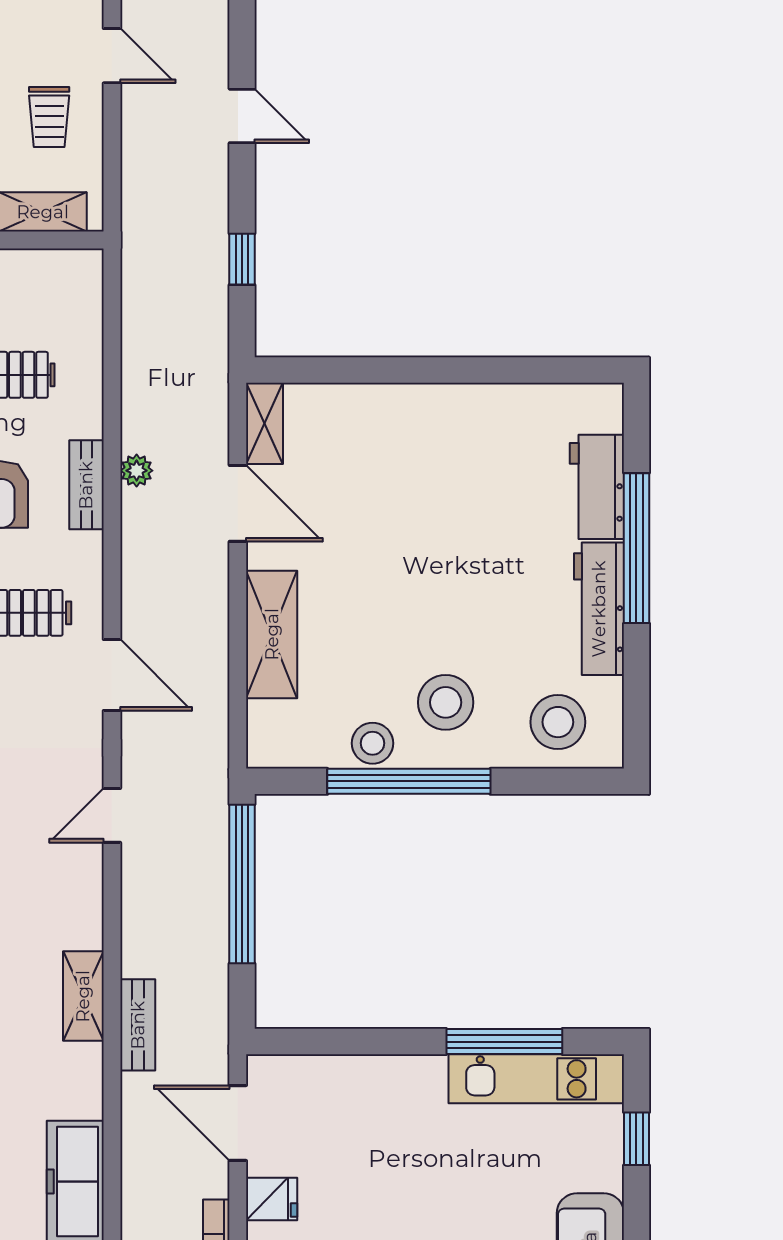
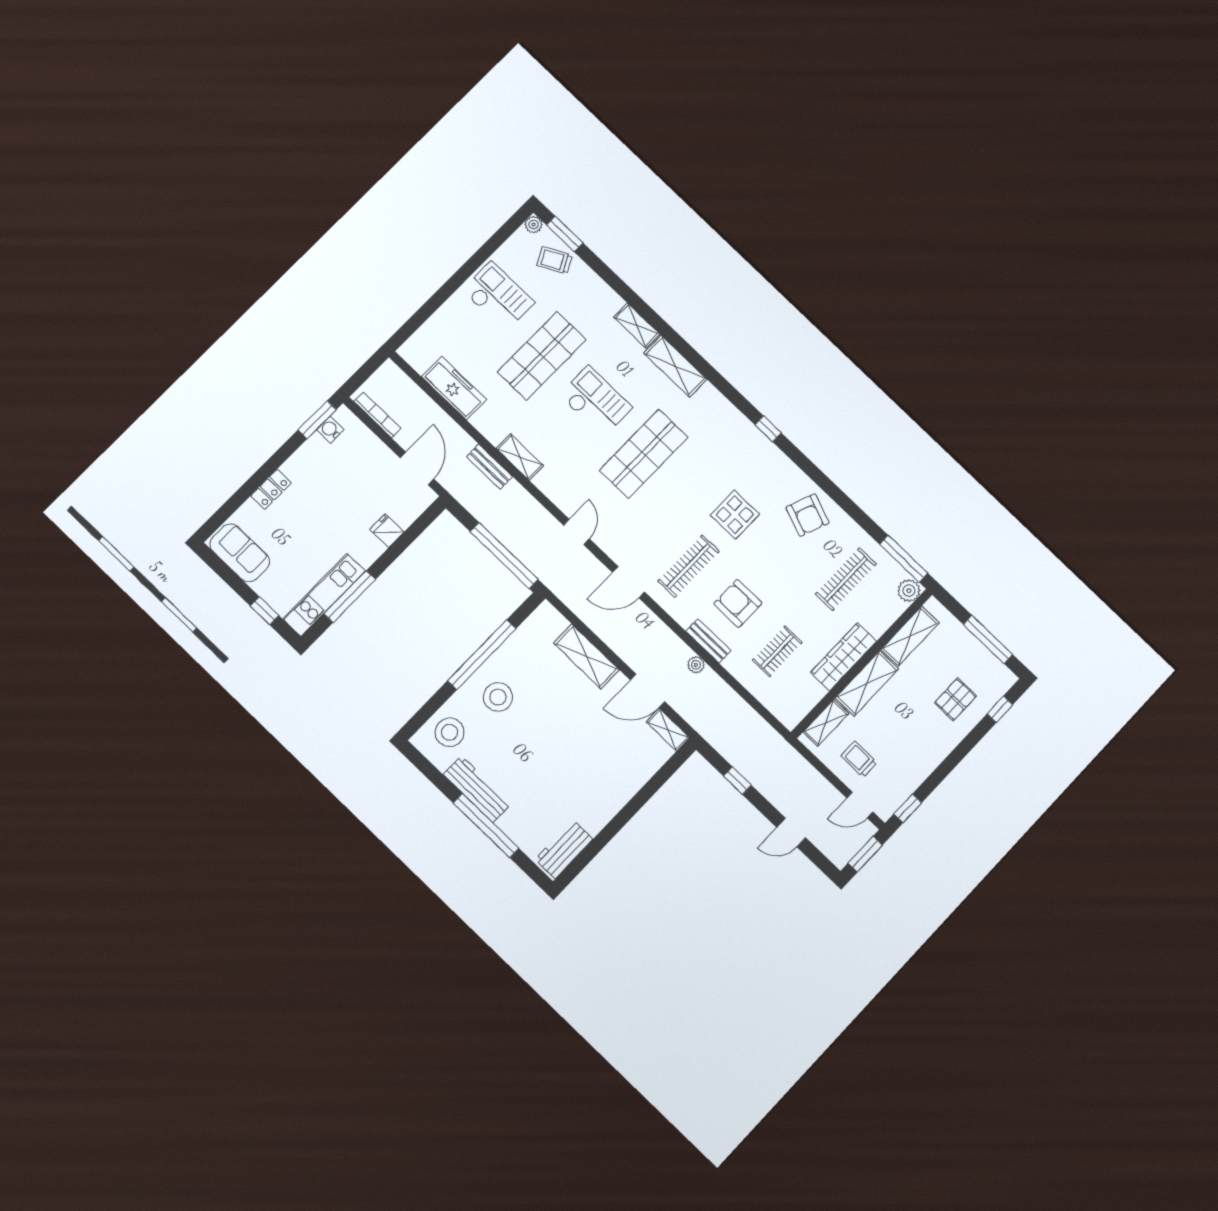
workbench: (597, 487) -> (564, 849), moved, turned -90
stool: (372, 743) -> (509, 655), removed
door: (238, 1123) -> (417, 468), hinge flipped
fridge: (272, 1199) -> (387, 531), moved, turned 90

